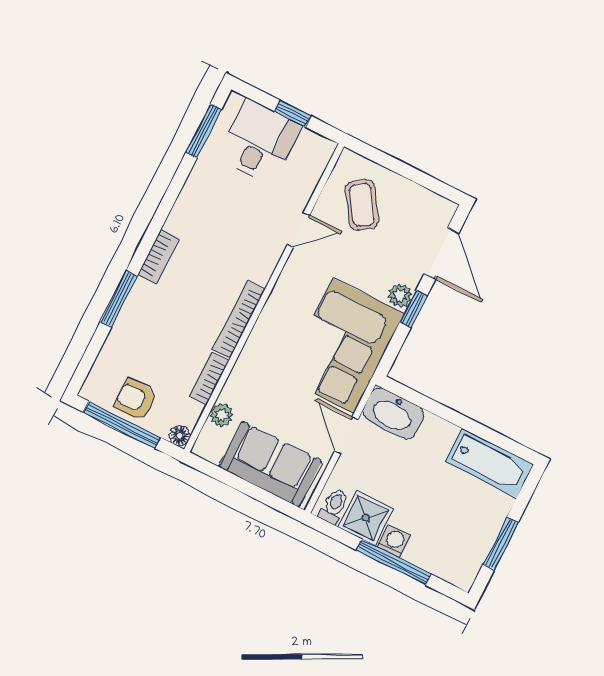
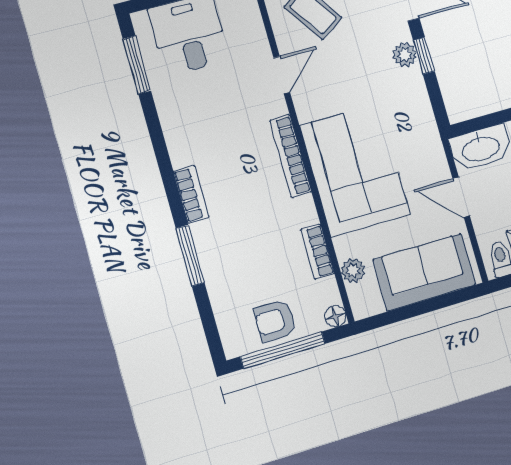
bookcase: (239, 320) -> (291, 156), moved
corner sofa: (343, 346) -> (355, 170), moved, turned 180

